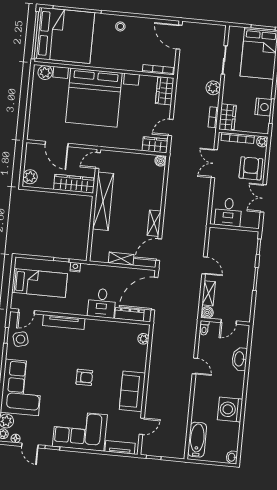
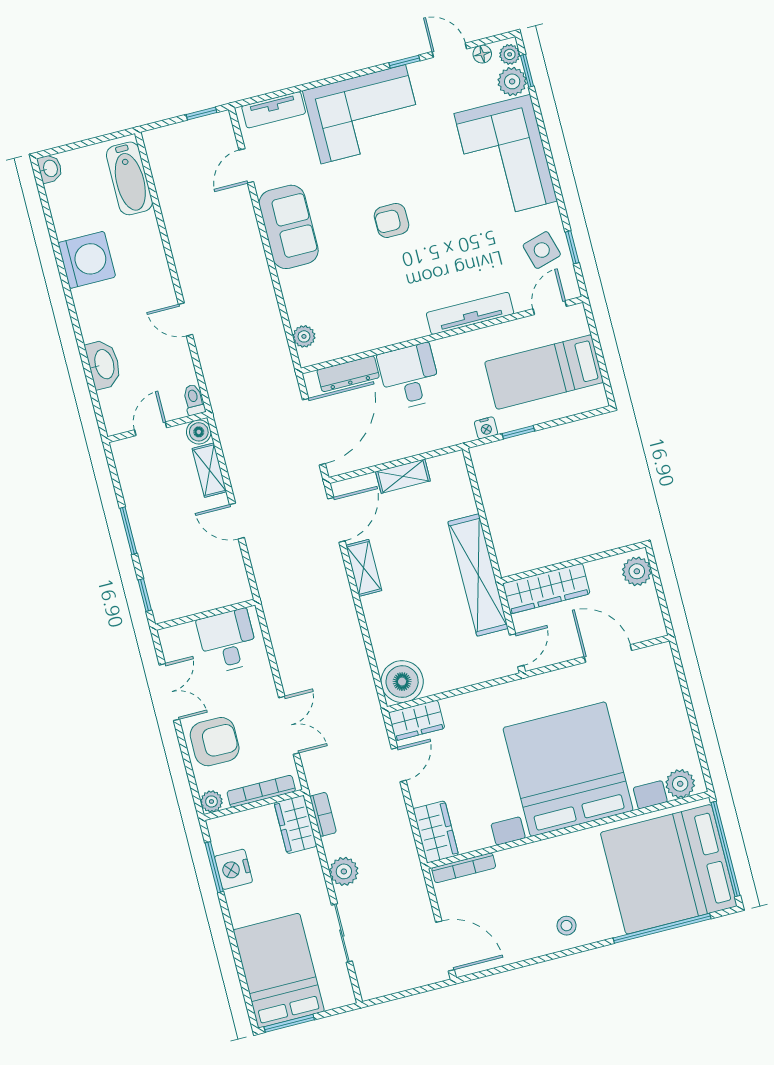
boiler: (161, 161) -> (402, 682), width x1.86, depth x1.86
armchair: (251, 168) -> (215, 742), turned -90

